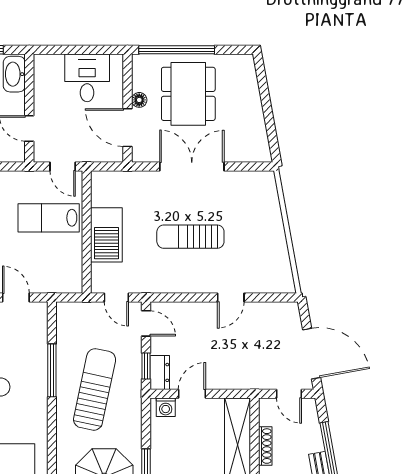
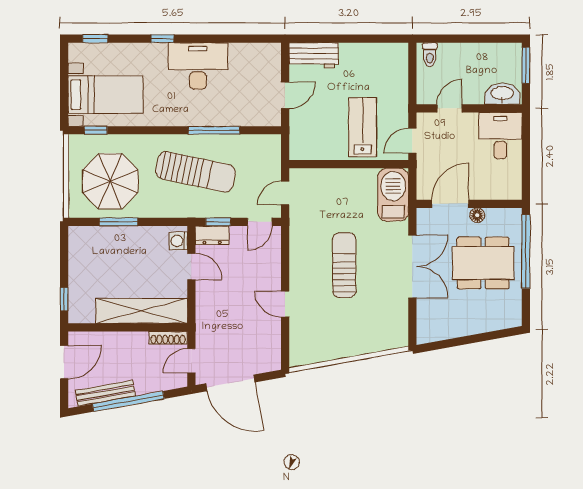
desk: (87, 78) -> (500, 136), moved, turned -90
barbecue: (106, 235) -> (393, 195), moved, turned 90
door: (312, 354) -> (230, 383), hinge flipped
shoe rack: (265, 446) -> (168, 338), moved

